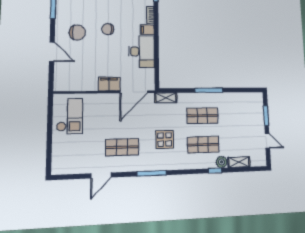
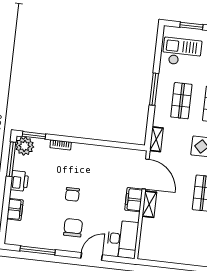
filing cabinet: (147, 30) -> (77, 151), removed
desk: (142, 52) -> (122, 239), moved, turned 90
shelving: (106, 99) -> (149, 204), added
checkout: (70, 116) -> (182, 52), moved

